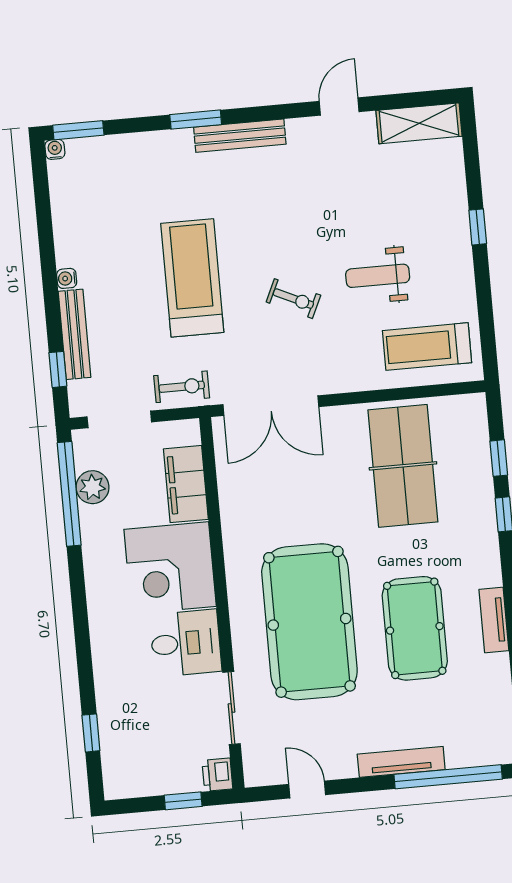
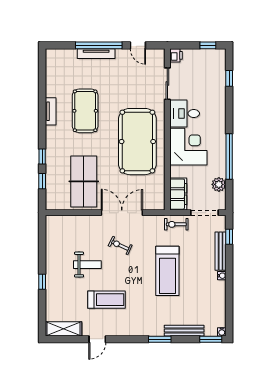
bench: (240, 136) -> (184, 331), moved
exercise bike: (293, 299) -> (120, 245), moved
treadmill: (427, 347) -> (106, 300), moved
double door: (271, 406) -> (122, 213), moved
filing cabinet: (186, 484) -> (178, 194), moved
window: (69, 494) -> (229, 157), moved
pool table: (309, 622) -> (137, 142), moved
window: (448, 777) -> (99, 45), moved
window: (183, 801) -> (208, 45), moved

